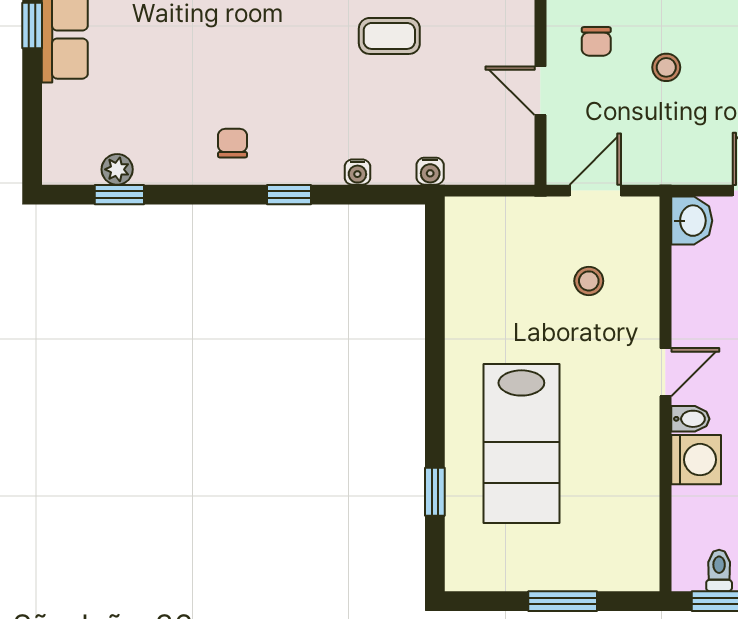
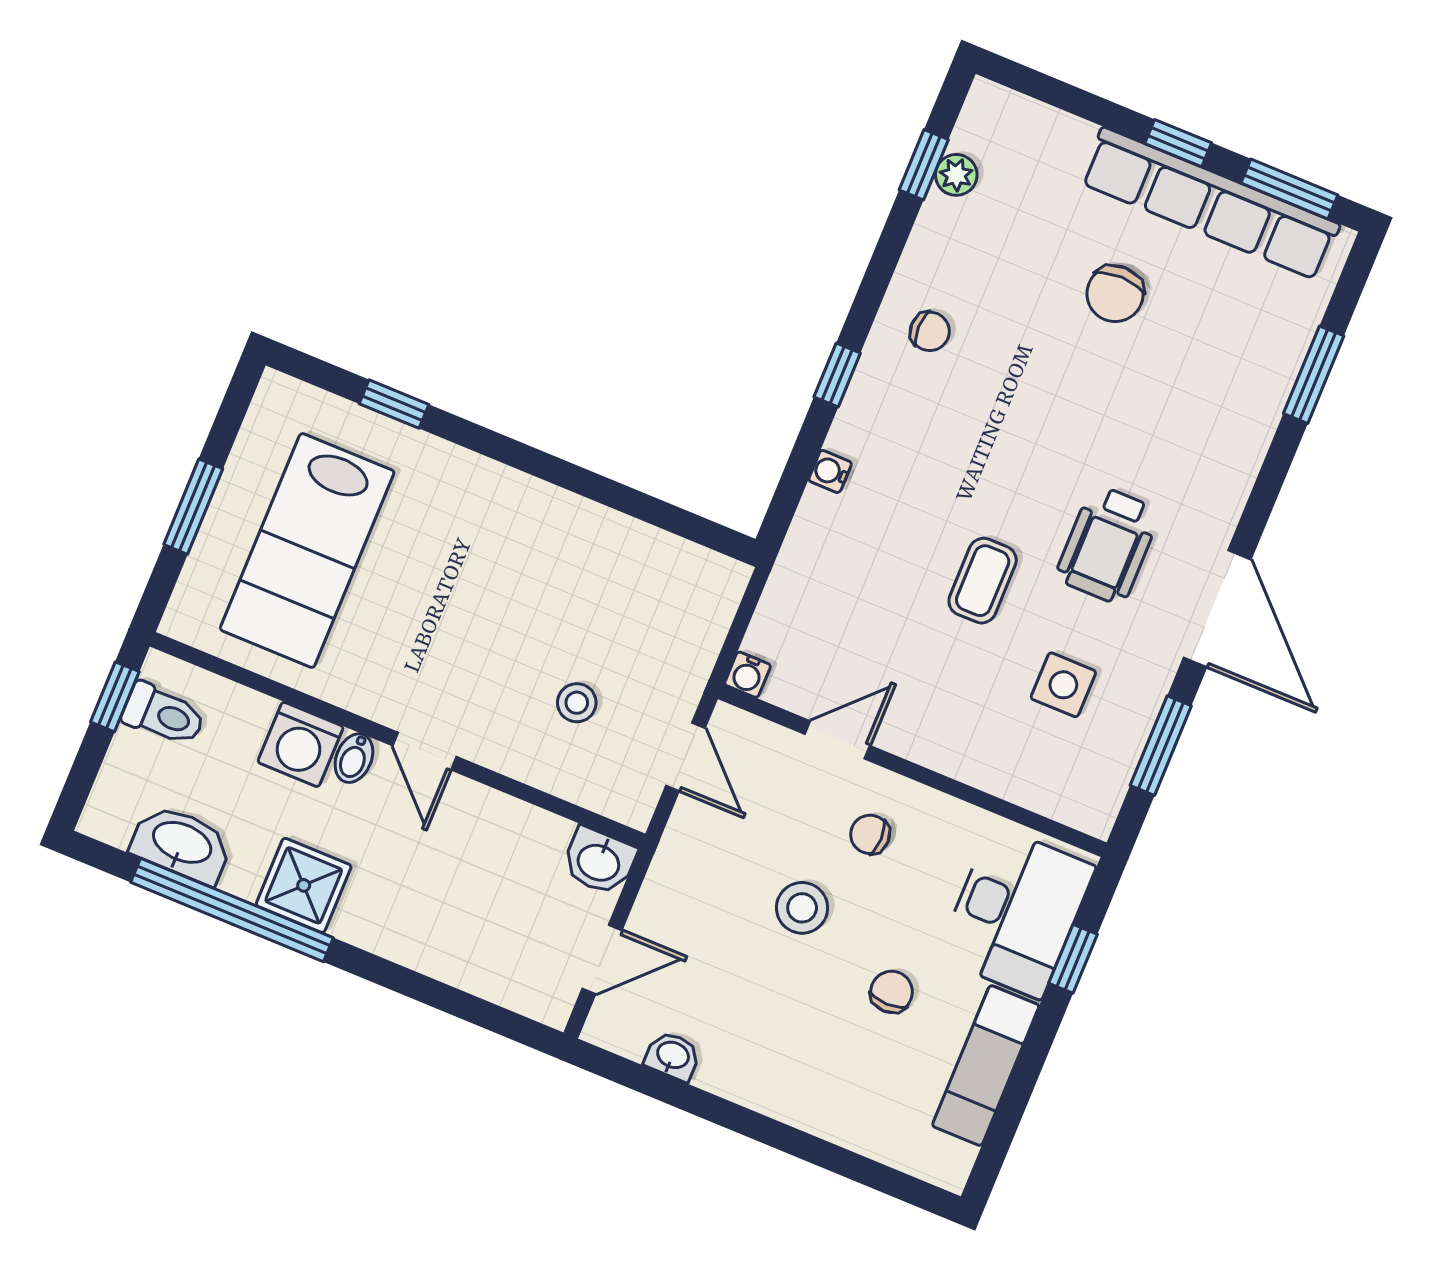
chair: (154, 26) -> (1115, 294), added
stool: (666, 67) -> (802, 908), width x1.37, depth x1.37
water cooler: (430, 171) -> (748, 675), moved, turned -90
lab bench: (521, 443) -> (307, 550), moved, turned -90
toilet: (719, 571) -> (164, 714), width x1.37, depth x1.39

